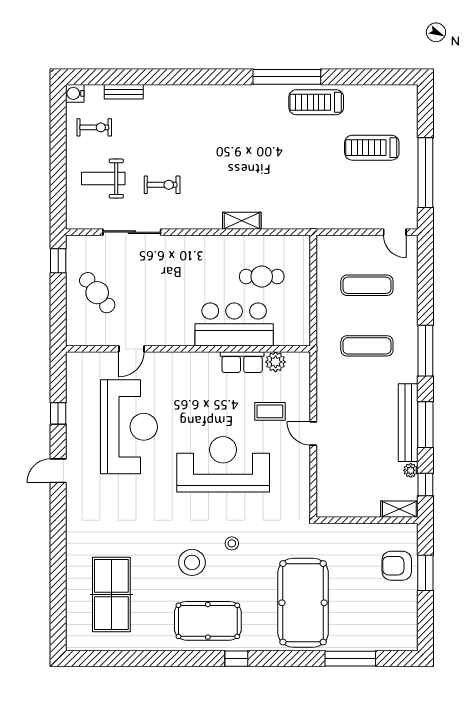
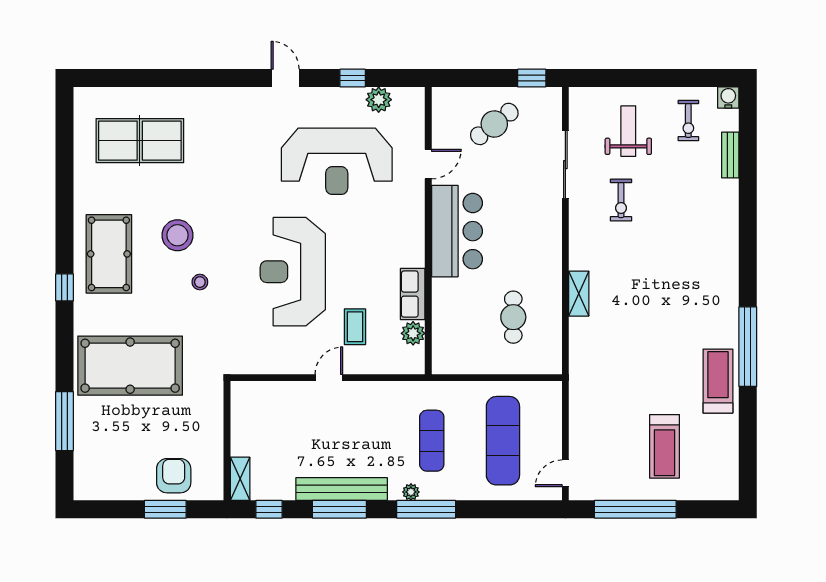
treadmill: (372, 148) -> (665, 446), turned 180
exercise mat: (367, 285) -> (503, 441), width x1.36, depth x1.45
bar counter: (234, 324) -> (457, 231), moved
door: (131, 349) -> (428, 164), swing flipped
plant: (77, 391) -> (379, 100), added
reception desk: (223, 464) -> (293, 272), turned 180
plant: (411, 470) -> (411, 492), moved

